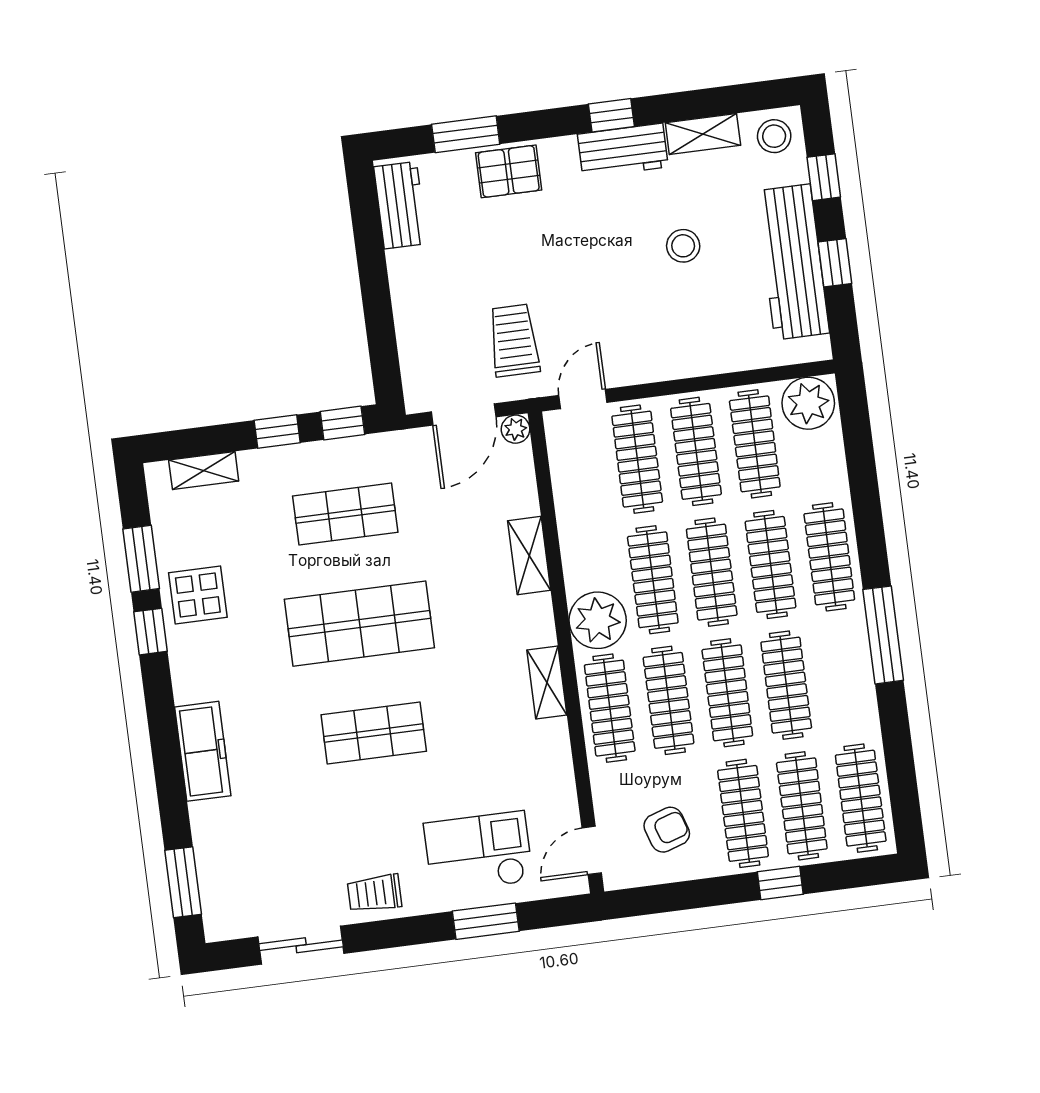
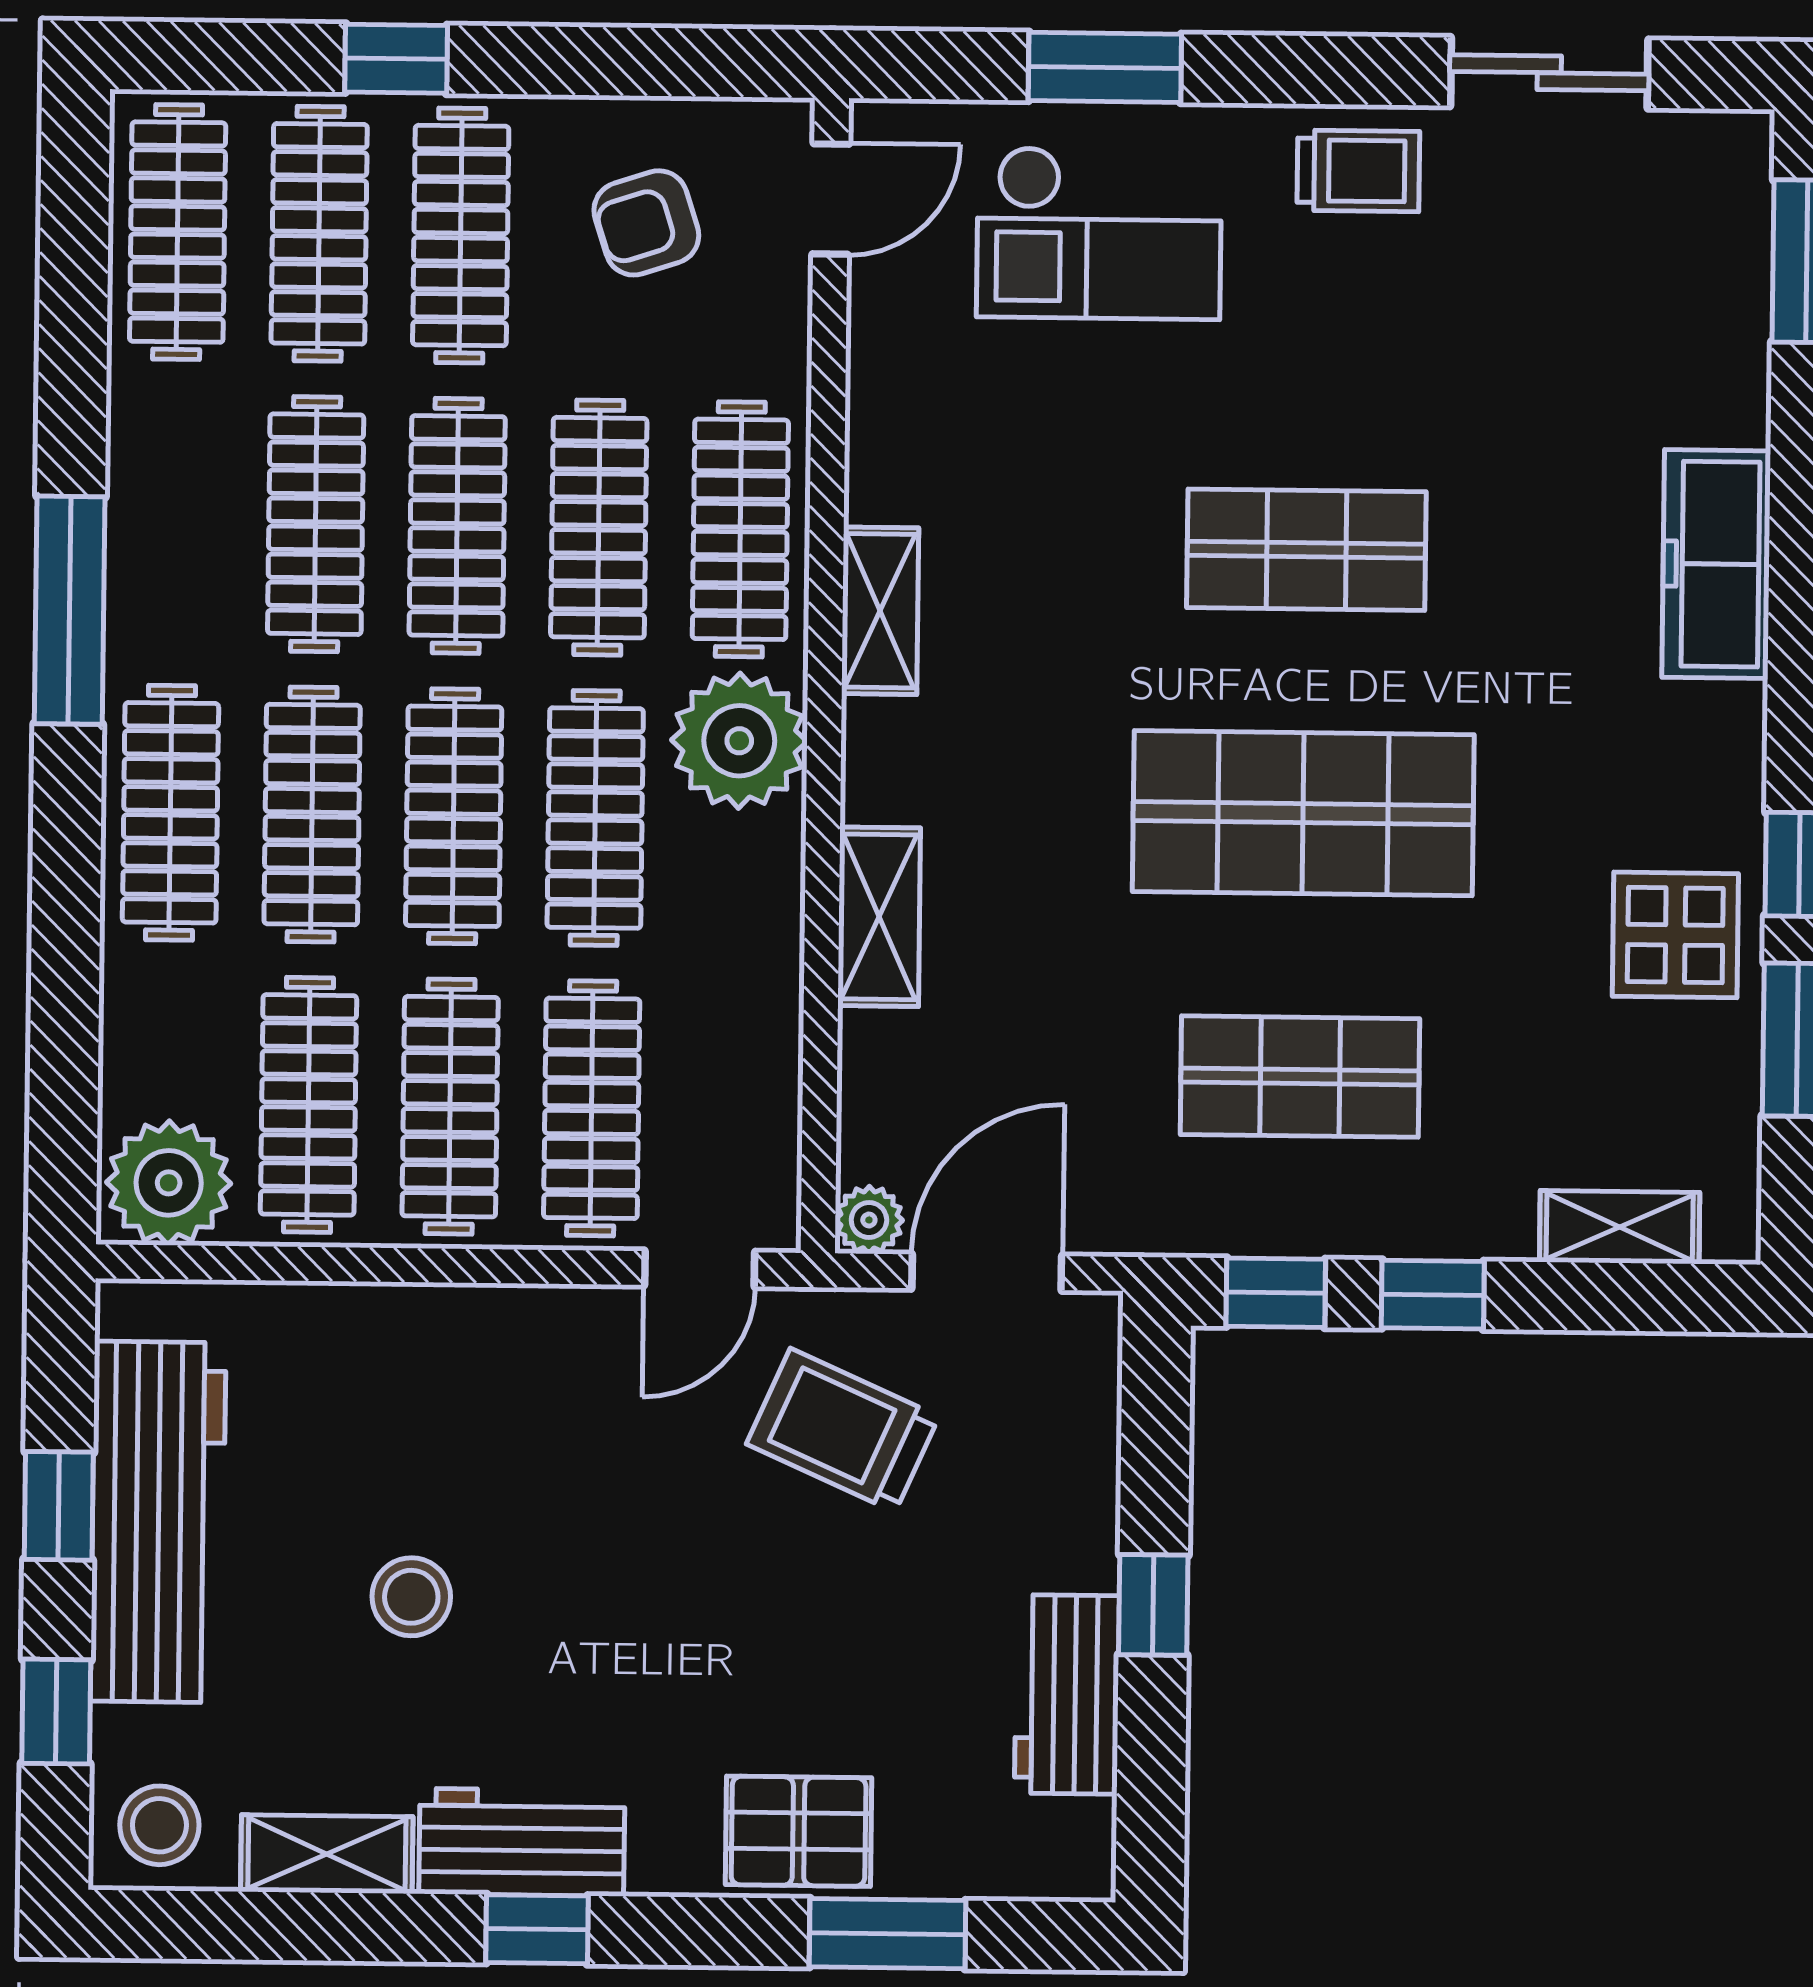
workbench: (400, 205) -> (1067, 1694), moved
window: (375, 286) -> (1153, 1605), added
trolley: (514, 340) -> (843, 1430), turned 114

